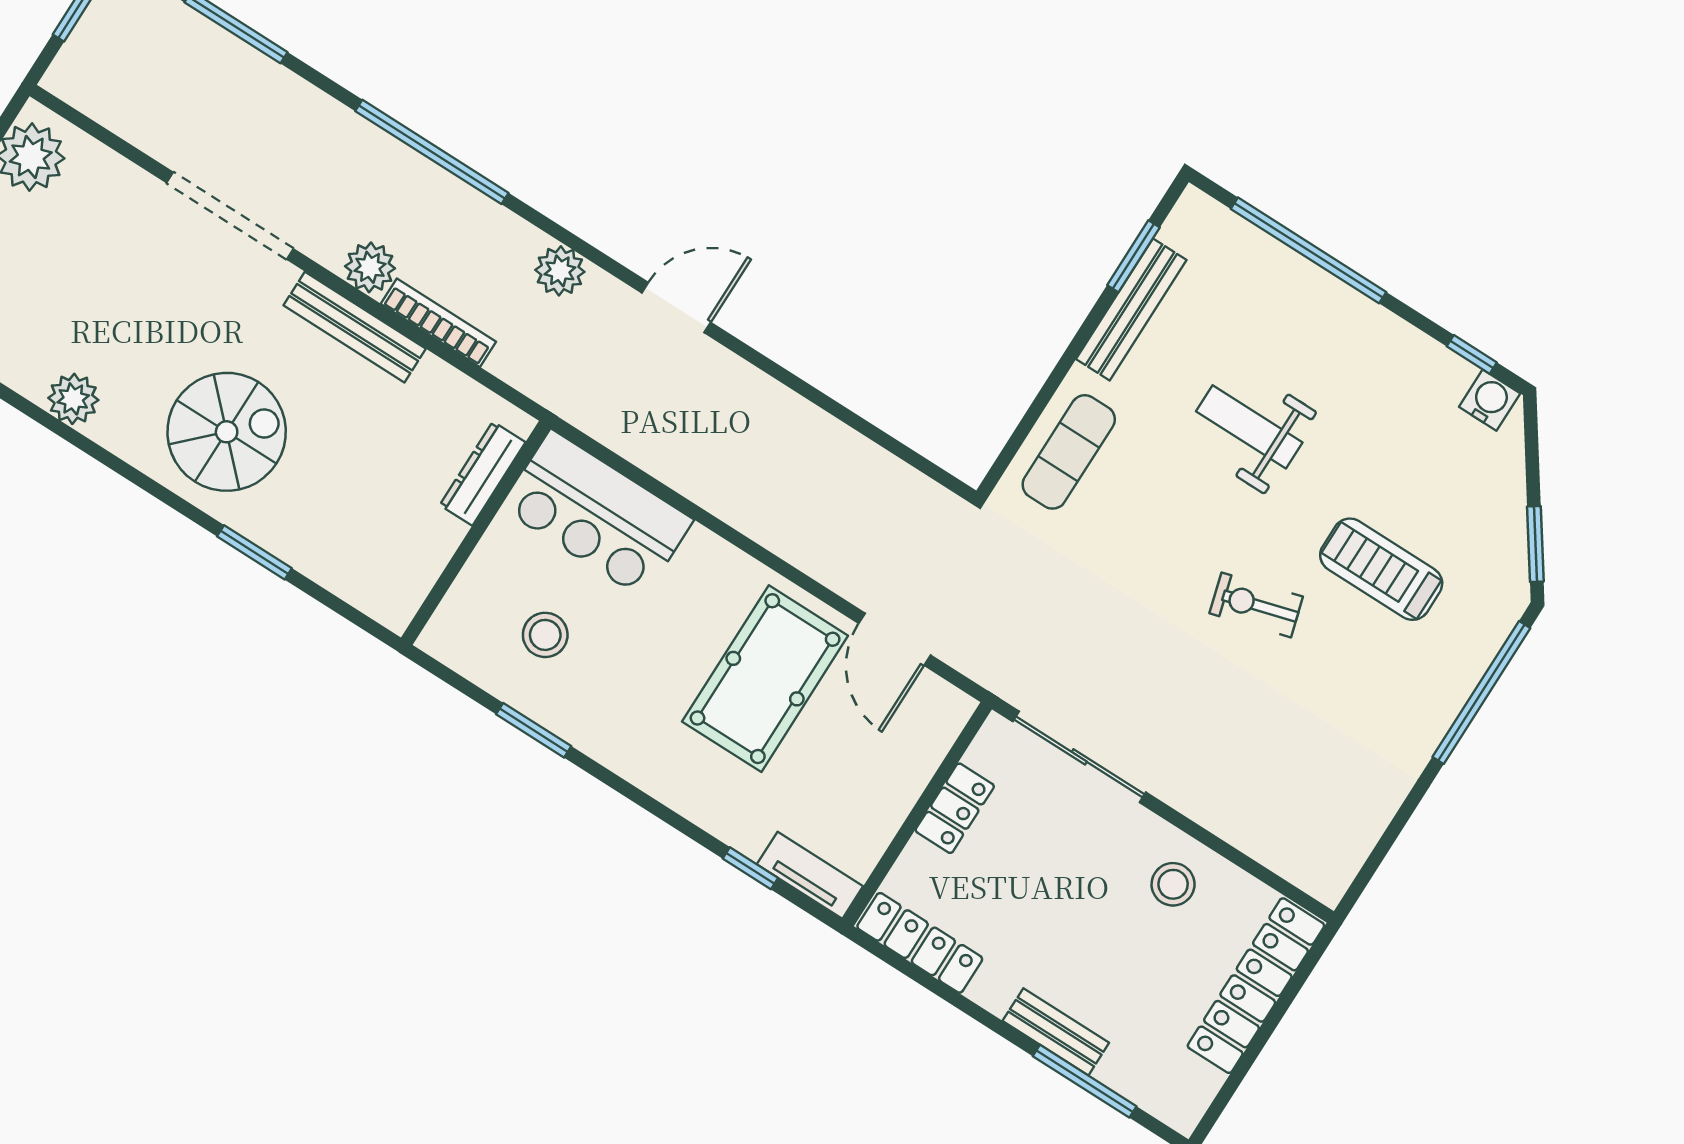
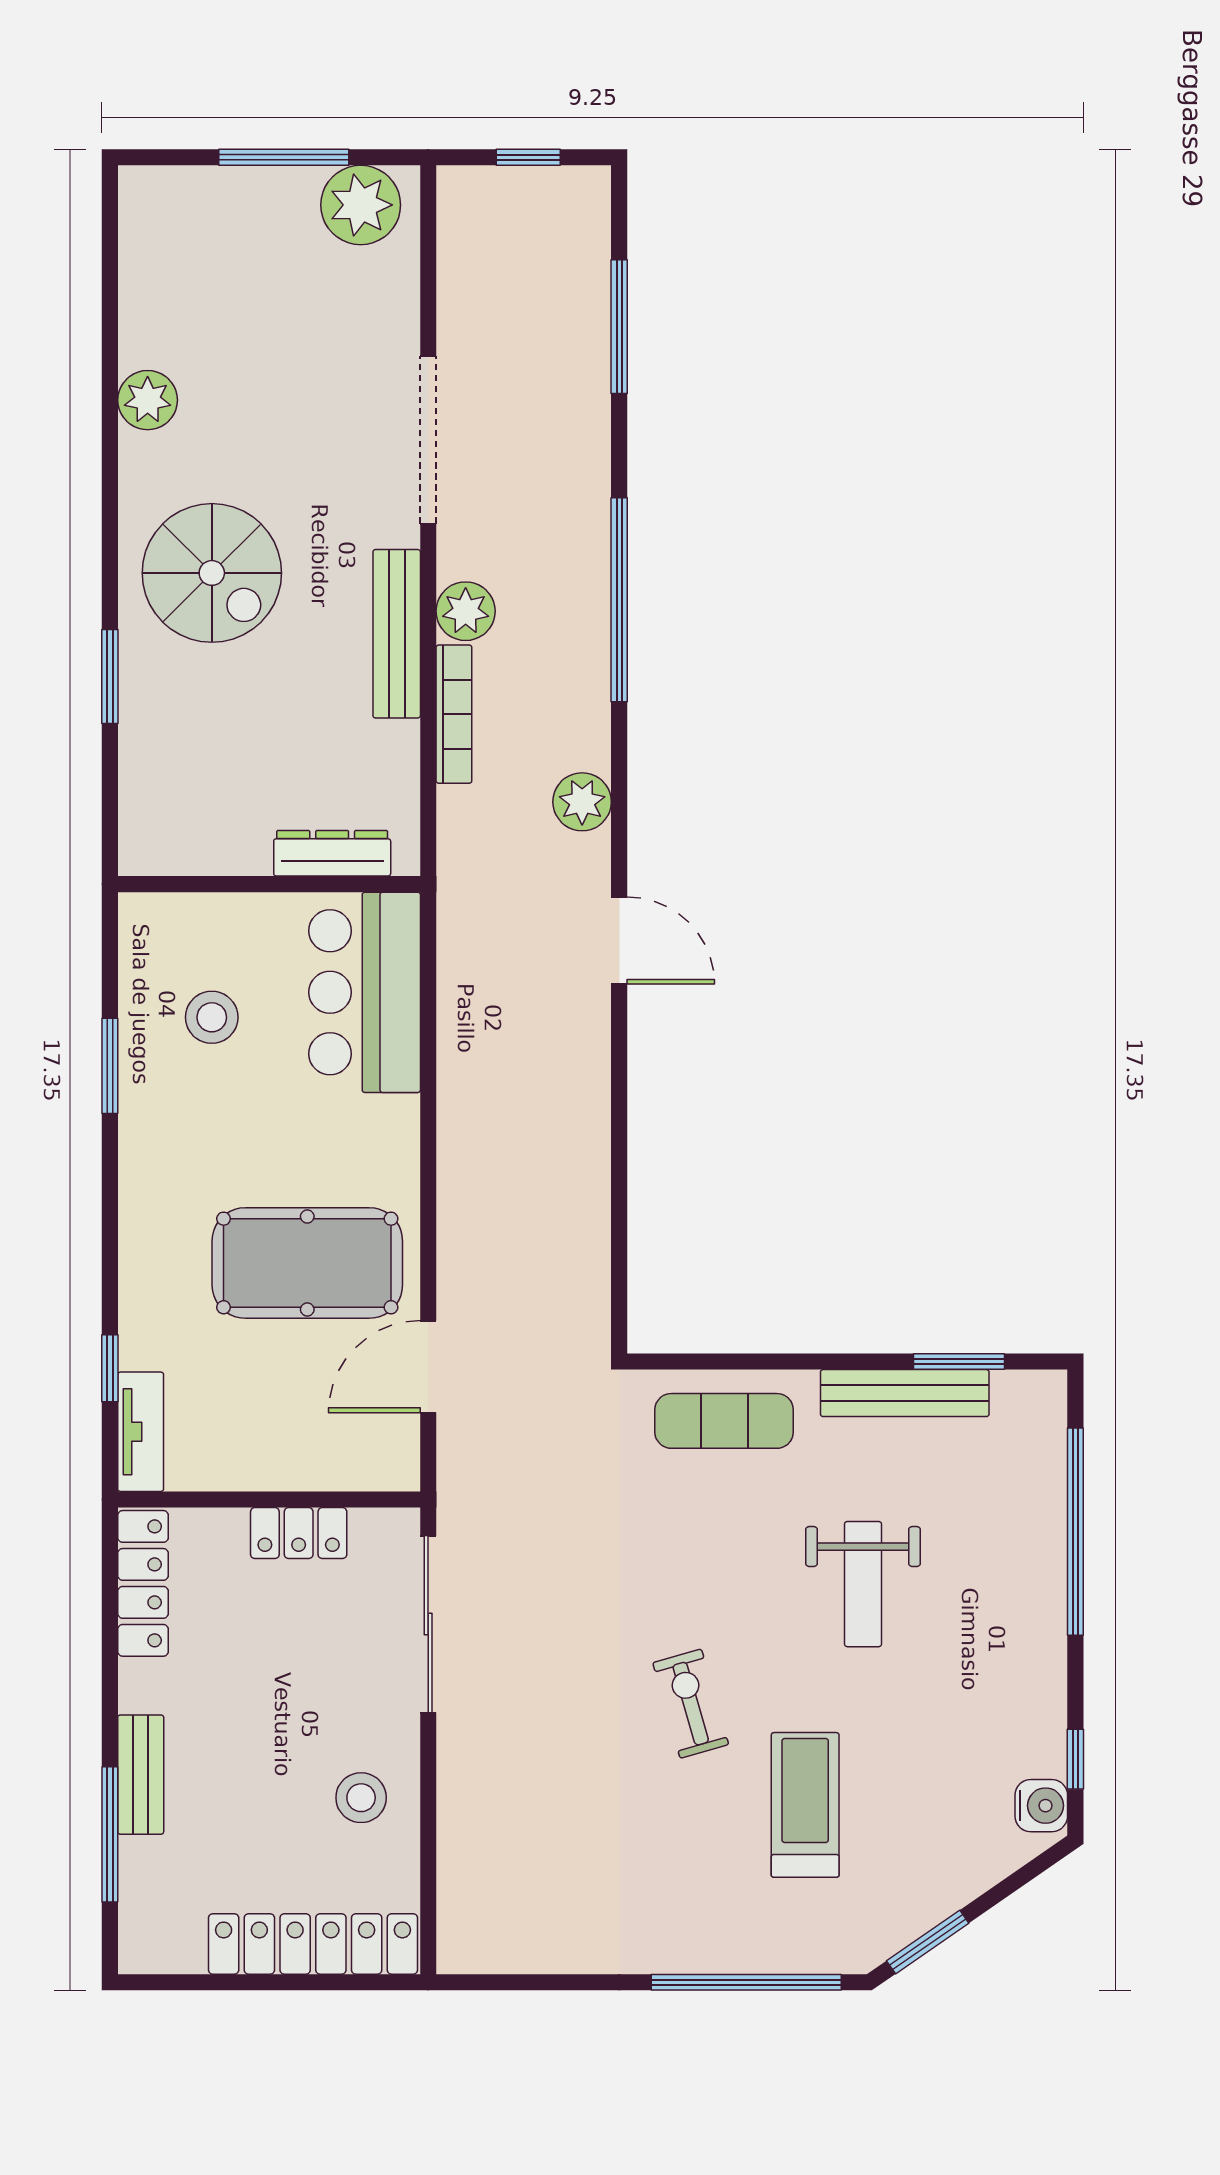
weight bench: (1249, 427) -> (863, 1584), turned 180

